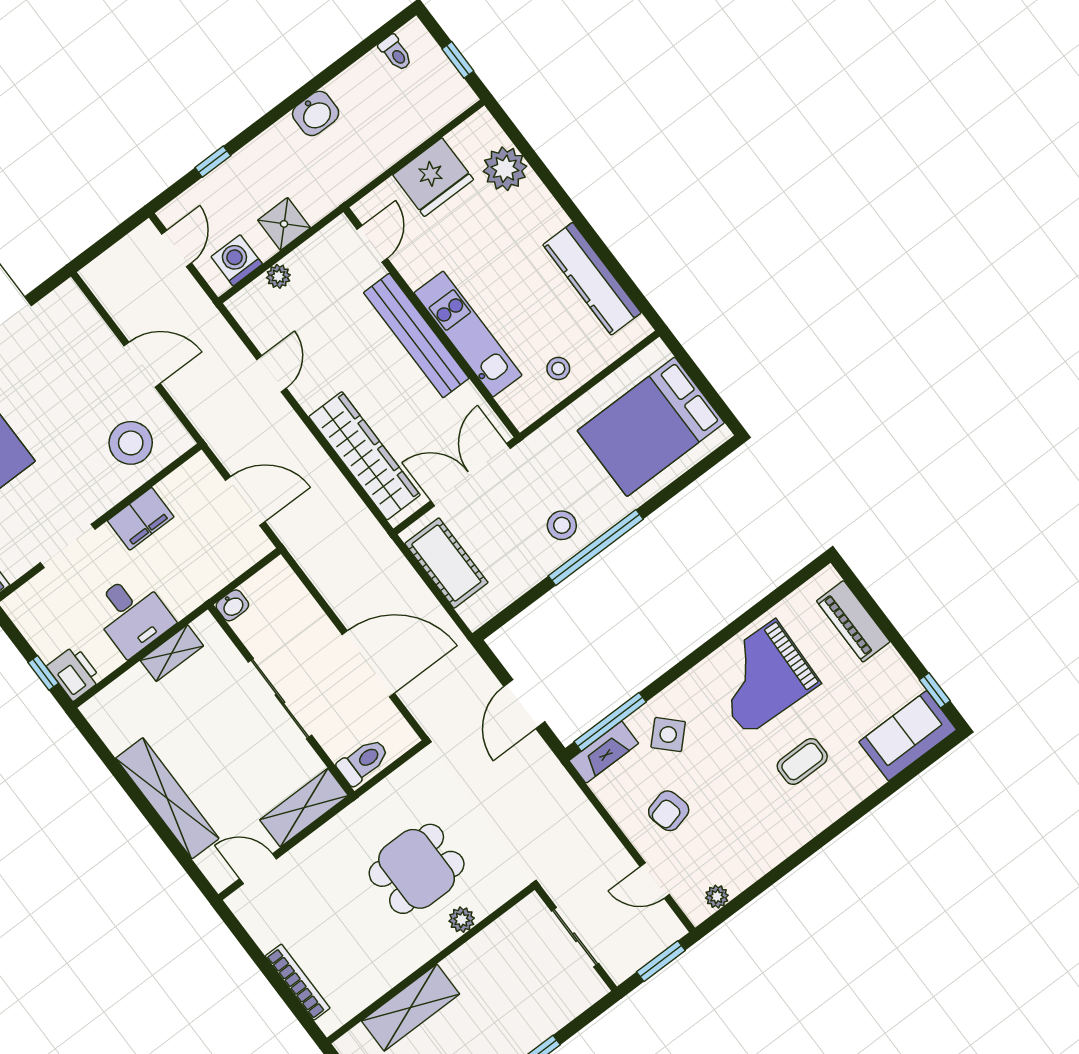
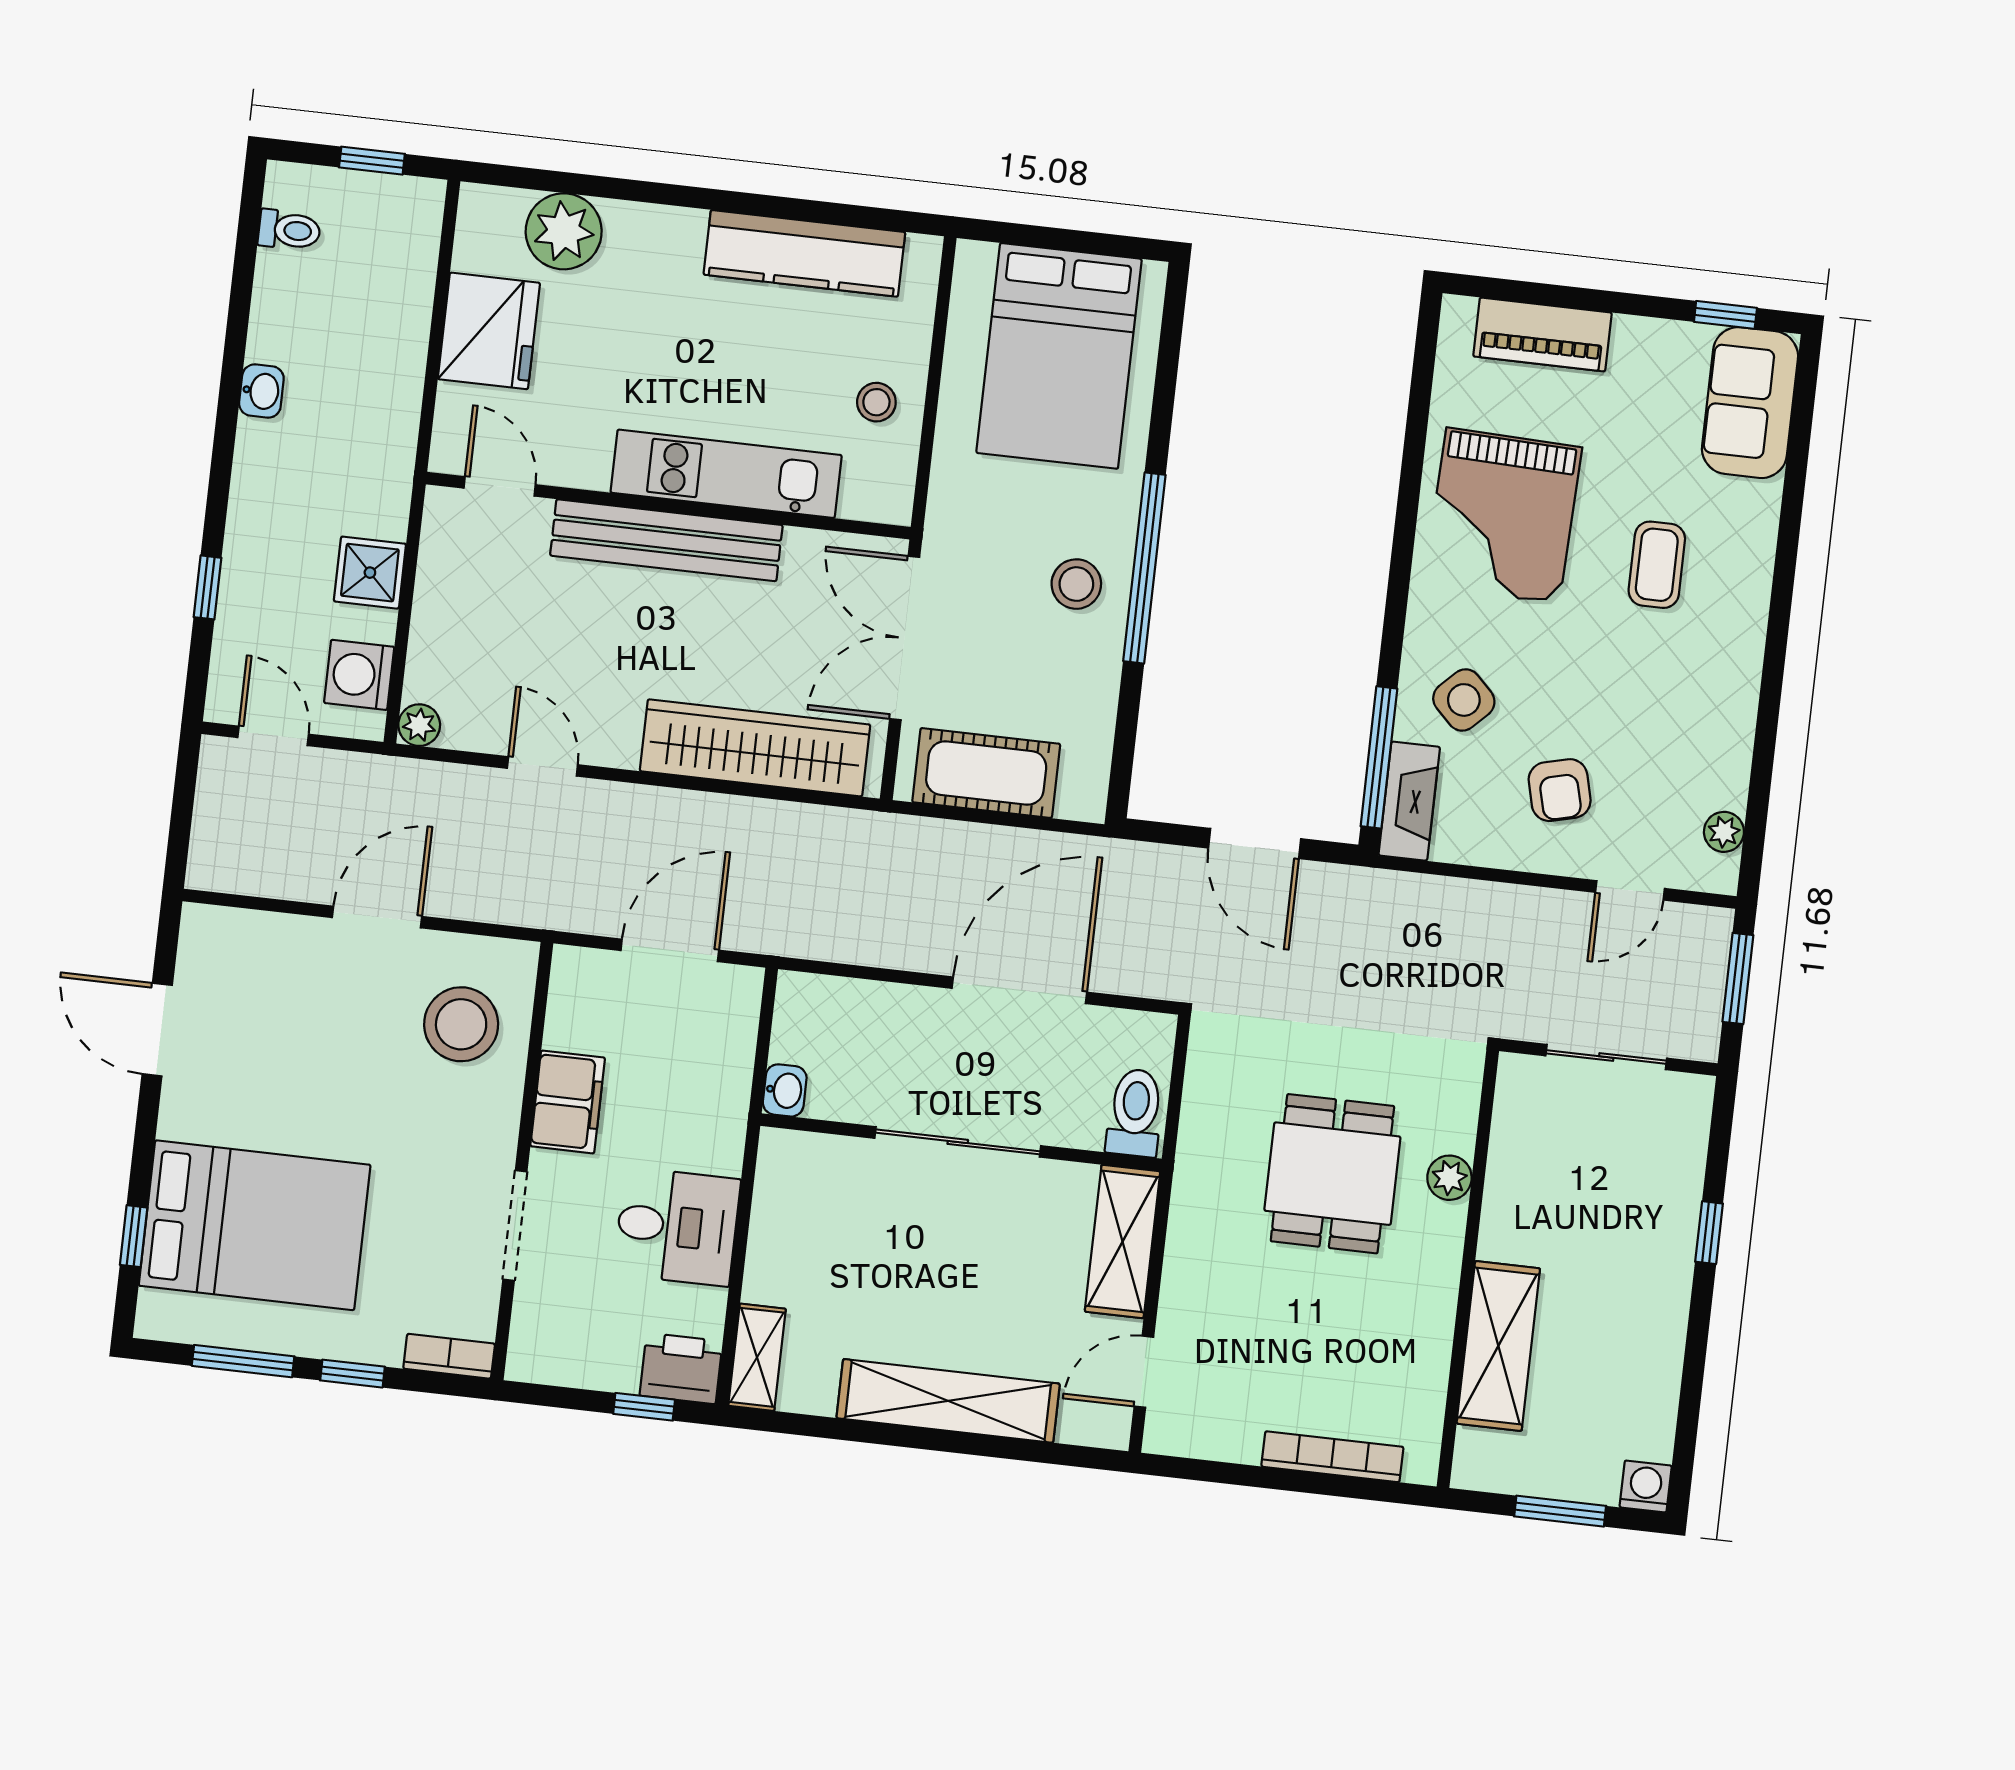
washbasin: (316, 113) -> (261, 391), width x0.72, depth x0.69
plant: (278, 276) -> (419, 725), moved
shelving: (172, 653) -> (757, 1357), moved

